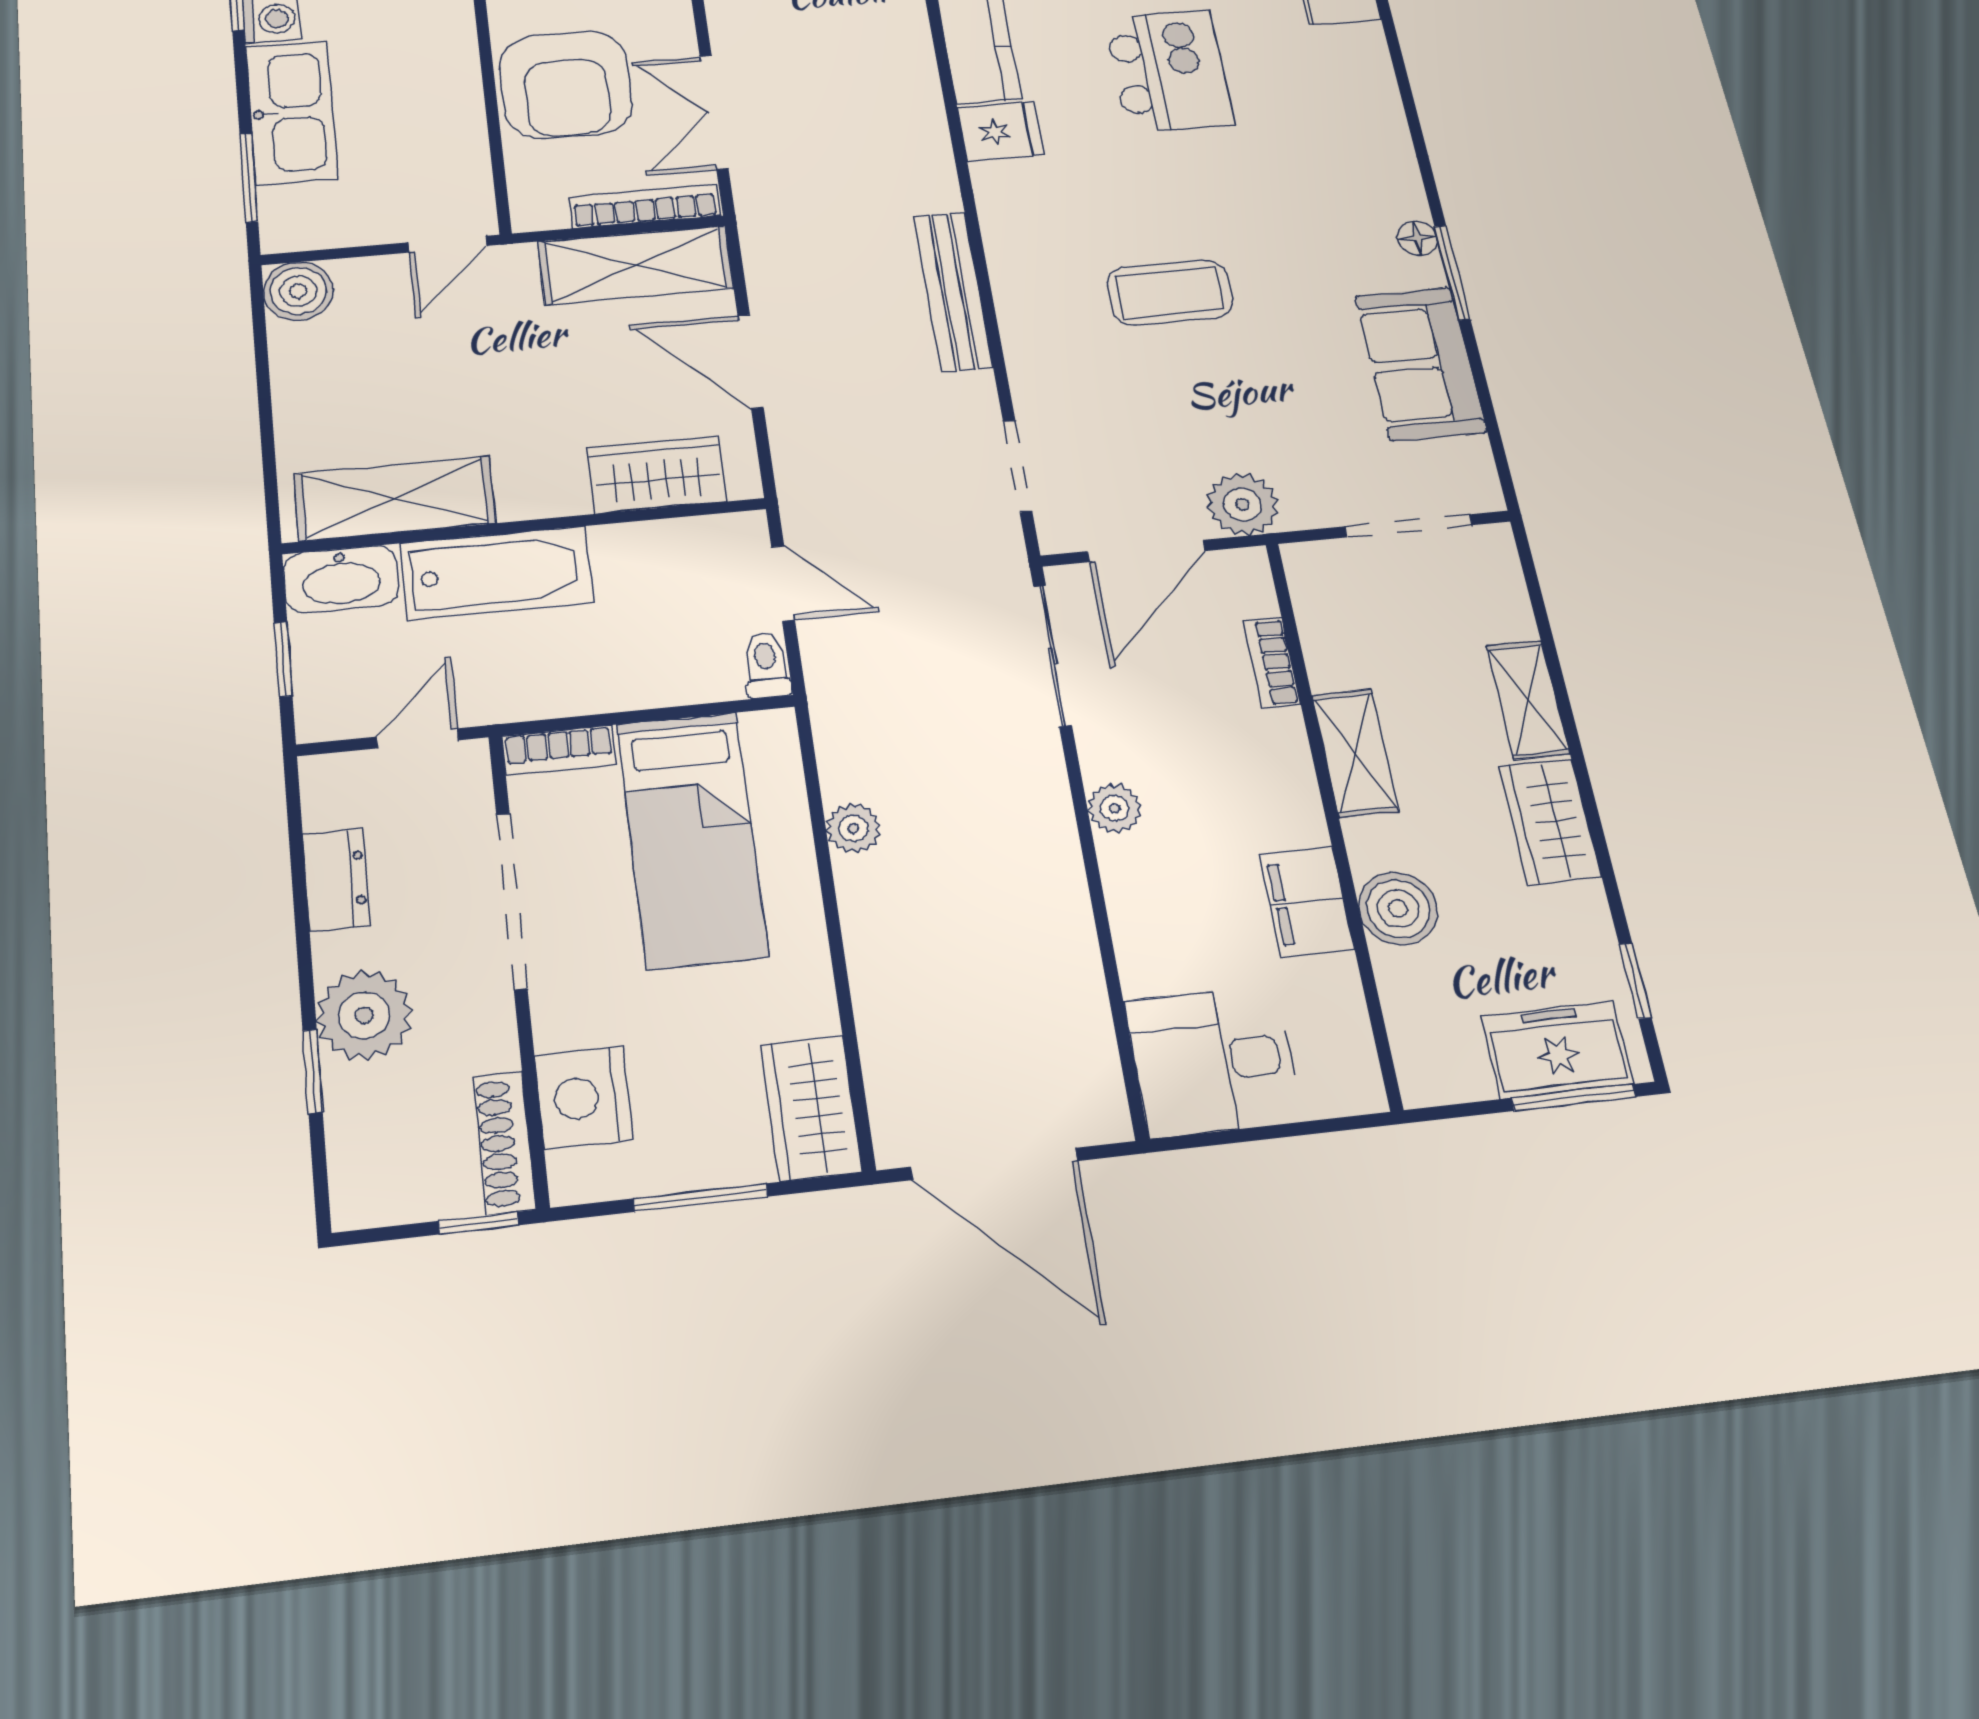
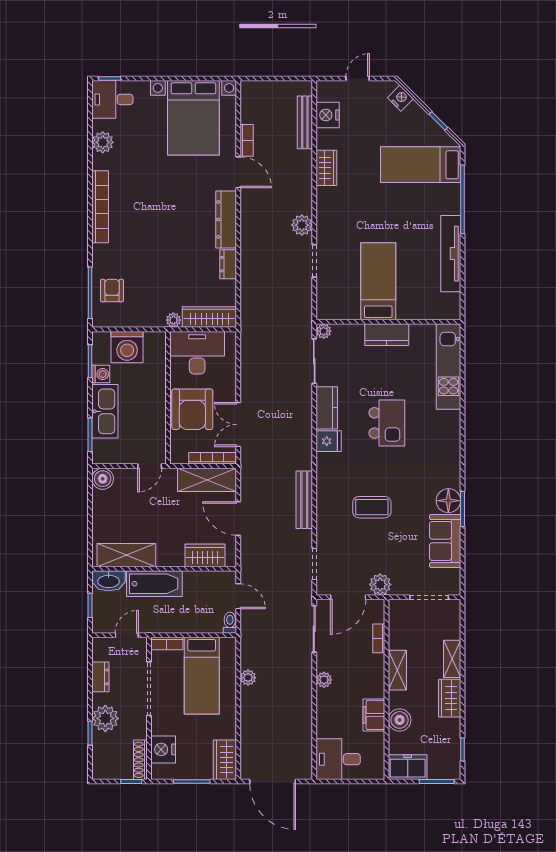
floor lamp: (1417, 238) -> (448, 501), width x1.89, depth x1.89
freezer: (1557, 1049) -> (408, 767), moved

